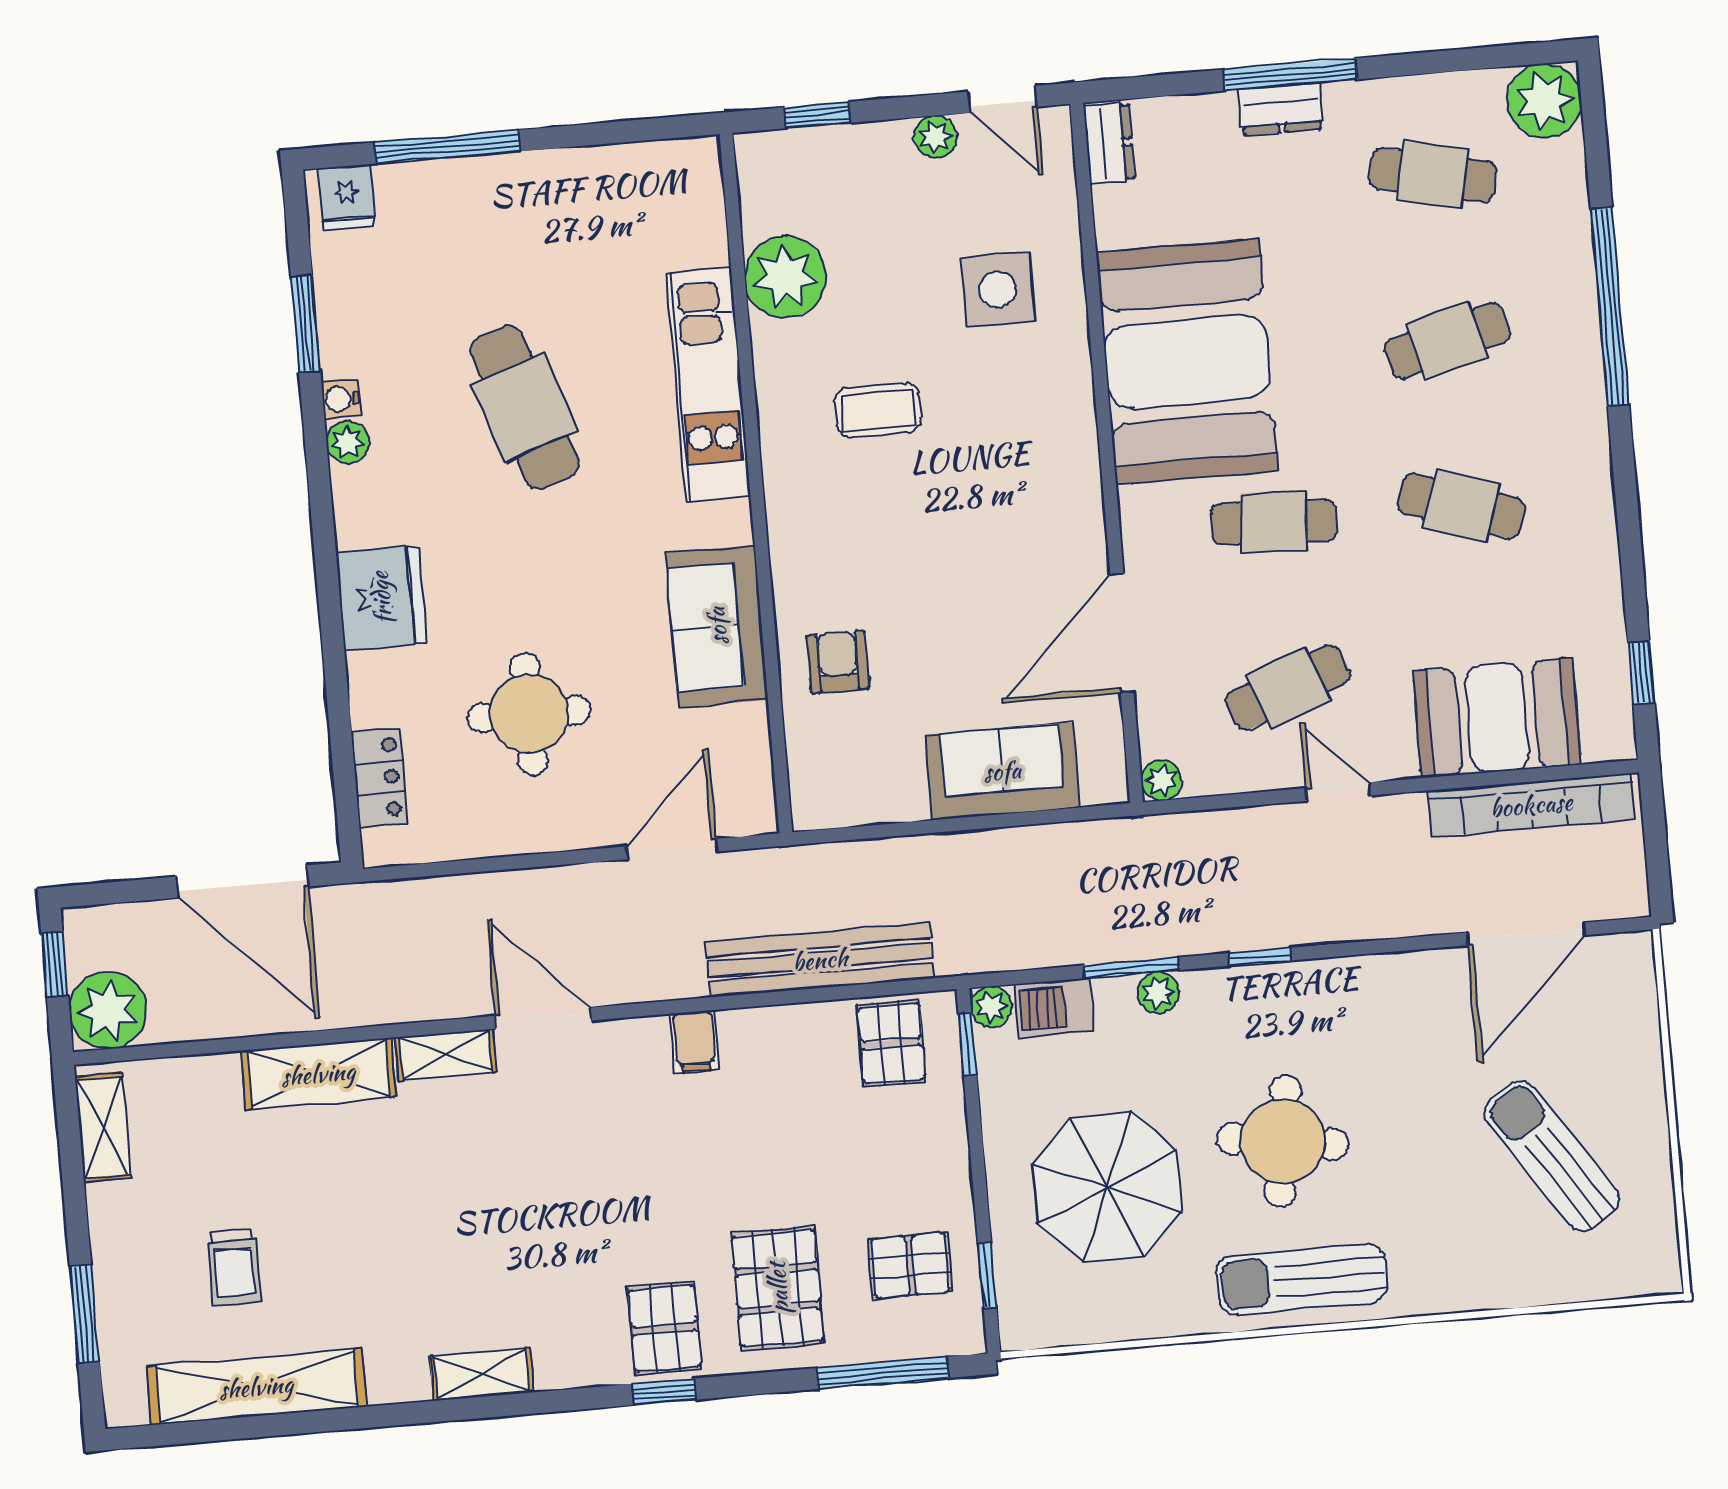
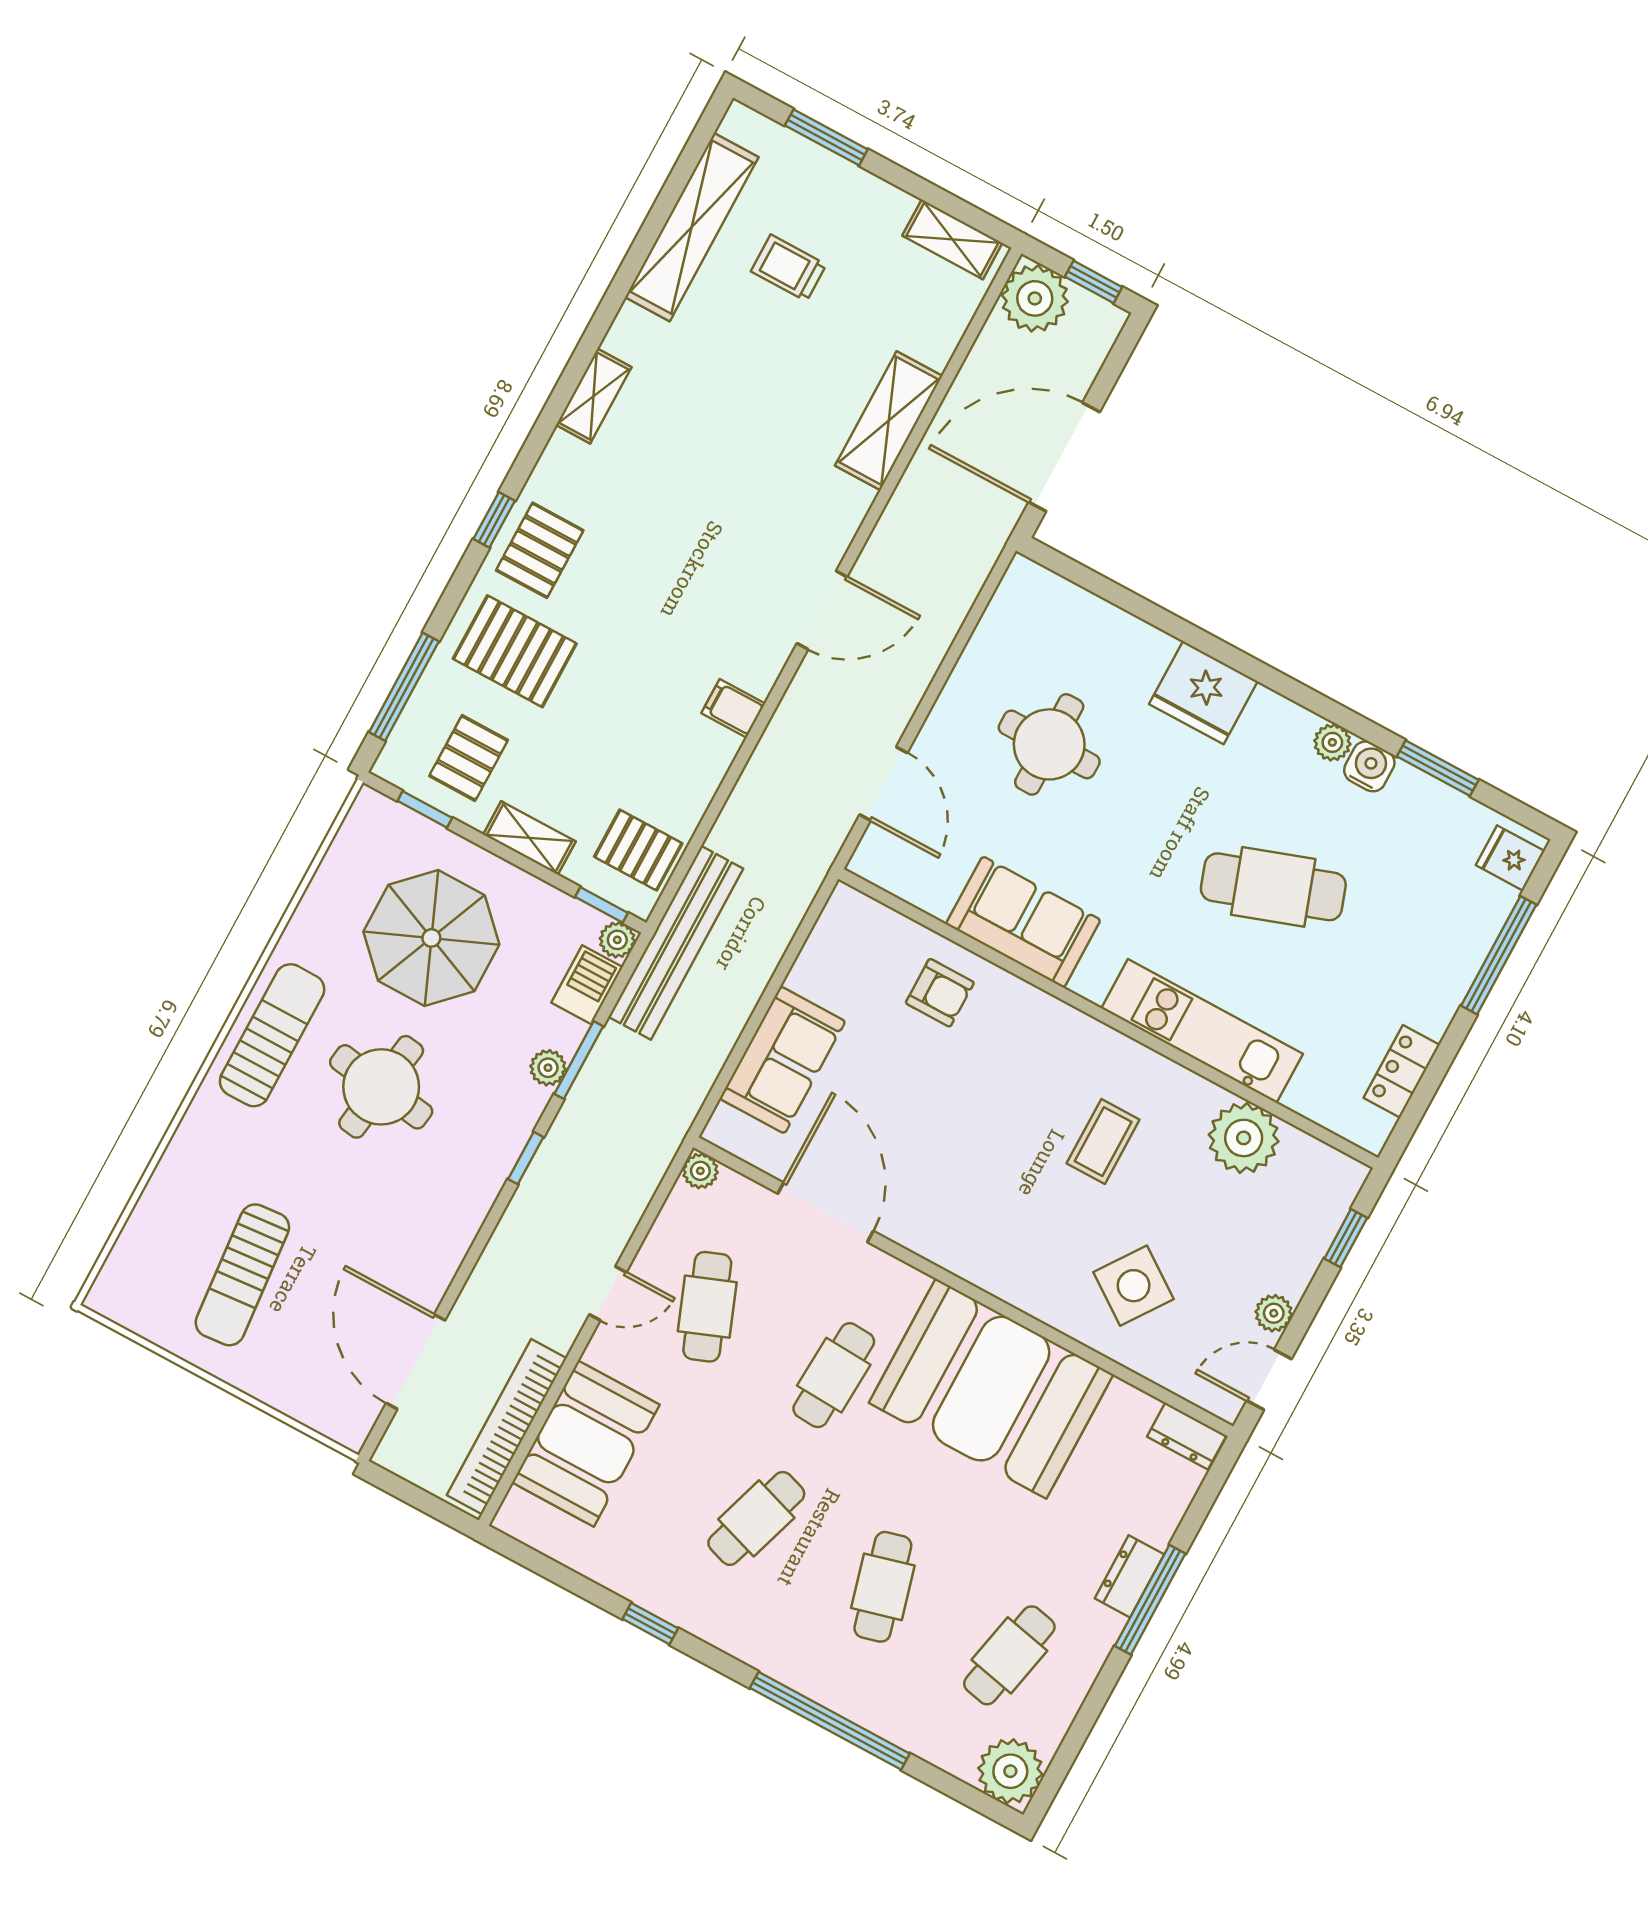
side table: (998, 290) -> (1134, 1286), turned 35
water cooler: (341, 399) -> (1369, 766), width x1.38, depth x1.38
window: (1641, 672) -> (650, 1624), moved
locker: (379, 777) -> (1402, 1071), moved, turned 90
bench: (820, 960) -> (676, 943), moved
shelving: (446, 1055) -> (529, 838), moved, turned 90
sun lounger: (1552, 1156) -> (242, 1275), turned 119
pallet: (665, 1328) -> (540, 550), turned 90

